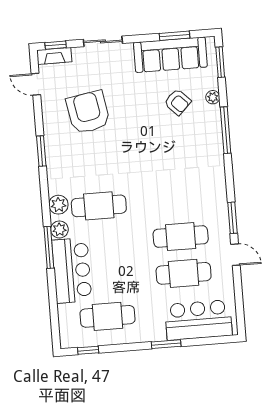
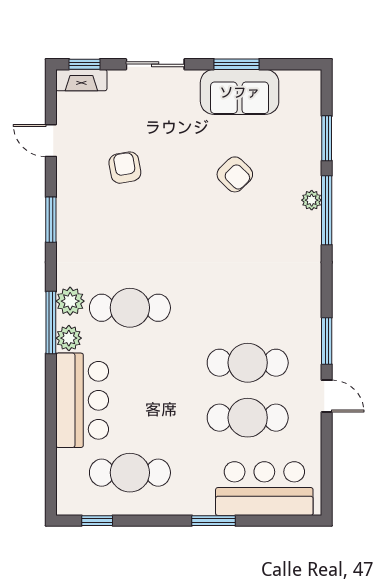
window: (174, 36) -> (236, 64), moved
sofa: (170, 55) -> (240, 92), width x0.73
window: (220, 62) -> (327, 138), moved
door: (36, 84) -> (51, 141), moved
plant: (213, 97) -> (312, 200), moved
armchair: (178, 102) -> (235, 174), moved
armchair: (88, 112) -> (125, 168), width x0.53, depth x0.53
window: (49, 247) -> (51, 323), moved

